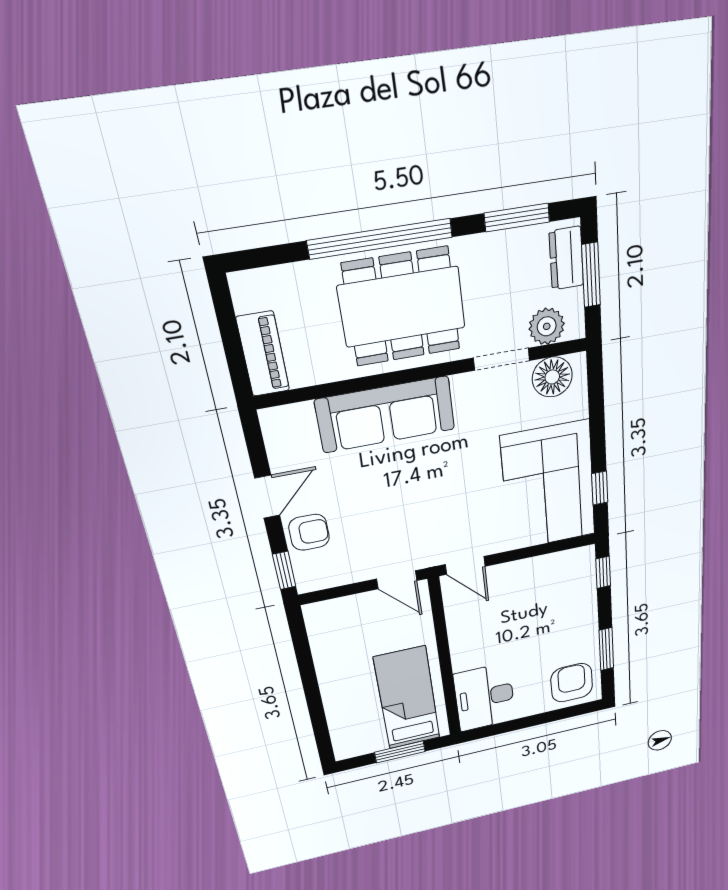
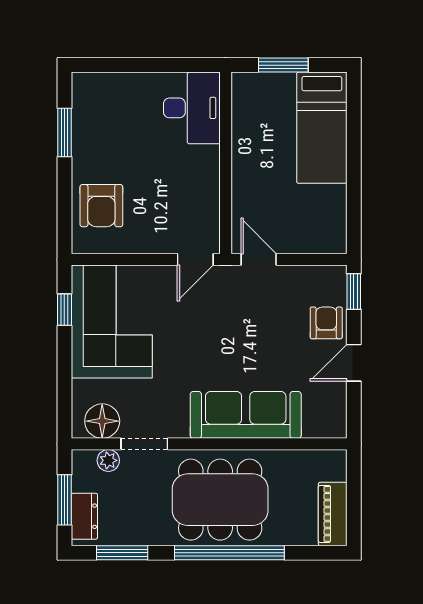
plant: (547, 326) -> (108, 460), width x0.73, depth x0.73
piano: (263, 354) -> (333, 514), moved
armchair: (309, 532) -> (326, 323), turned 90
door: (465, 565) -> (195, 259), swing flipped
window: (603, 572) -> (64, 221), removed
armchair: (572, 683) -> (101, 206), moved
bed: (407, 698) -> (322, 128), moved

